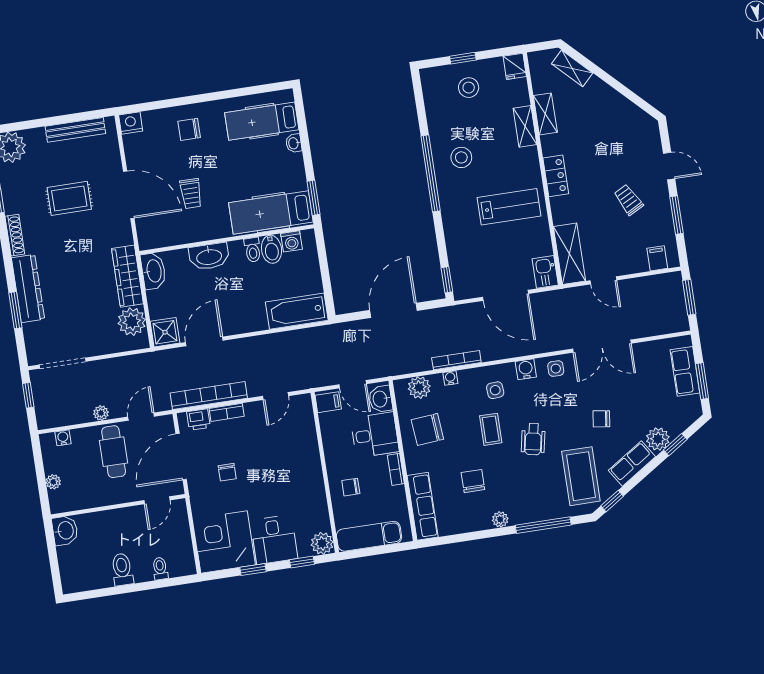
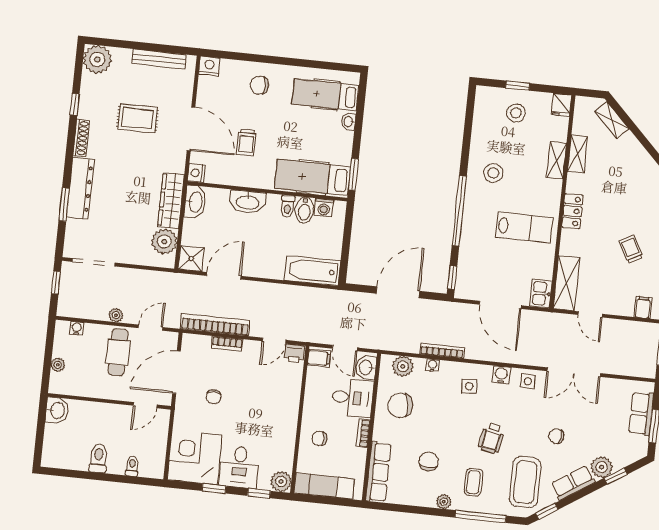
window: (431, 173) -> (459, 211), moved
nightstand: (147, 240) -> (196, 173), added
printer: (199, 420) -> (294, 353), moved
coffee table: (491, 429) -> (474, 482), moved

